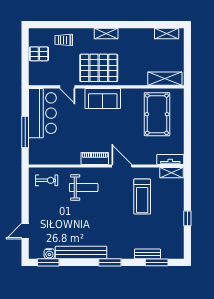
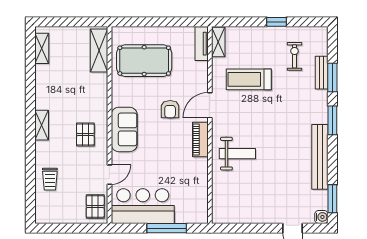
pallet: (39, 54) -> (95, 206), moved
pallet: (99, 68) -> (85, 135), width x0.49, depth x0.50
armchair: (119, 135) -> (170, 109), added
exercise bike: (47, 180) -> (294, 56), moved
weight bench: (84, 187) -> (237, 154), turned 90
treadmill: (142, 197) -> (249, 79), turned 180
water cooler: (49, 254) -> (321, 217), moved
window: (157, 262) -> (332, 78), moved

